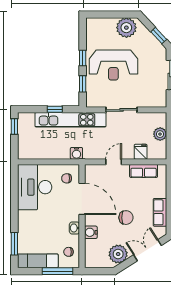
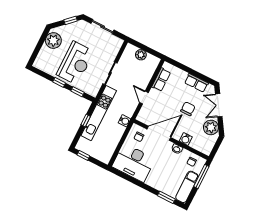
fridge: (141, 152) -> (146, 75), removed

